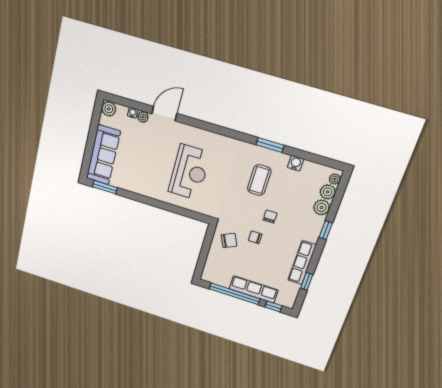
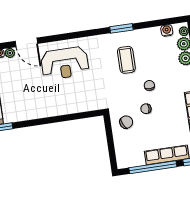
door: (164, 114) -> (26, 42), swing flipped
water cooler: (296, 163) -> (167, 30), moved
reception desk: (189, 172) -> (65, 63), moved, turned 90

